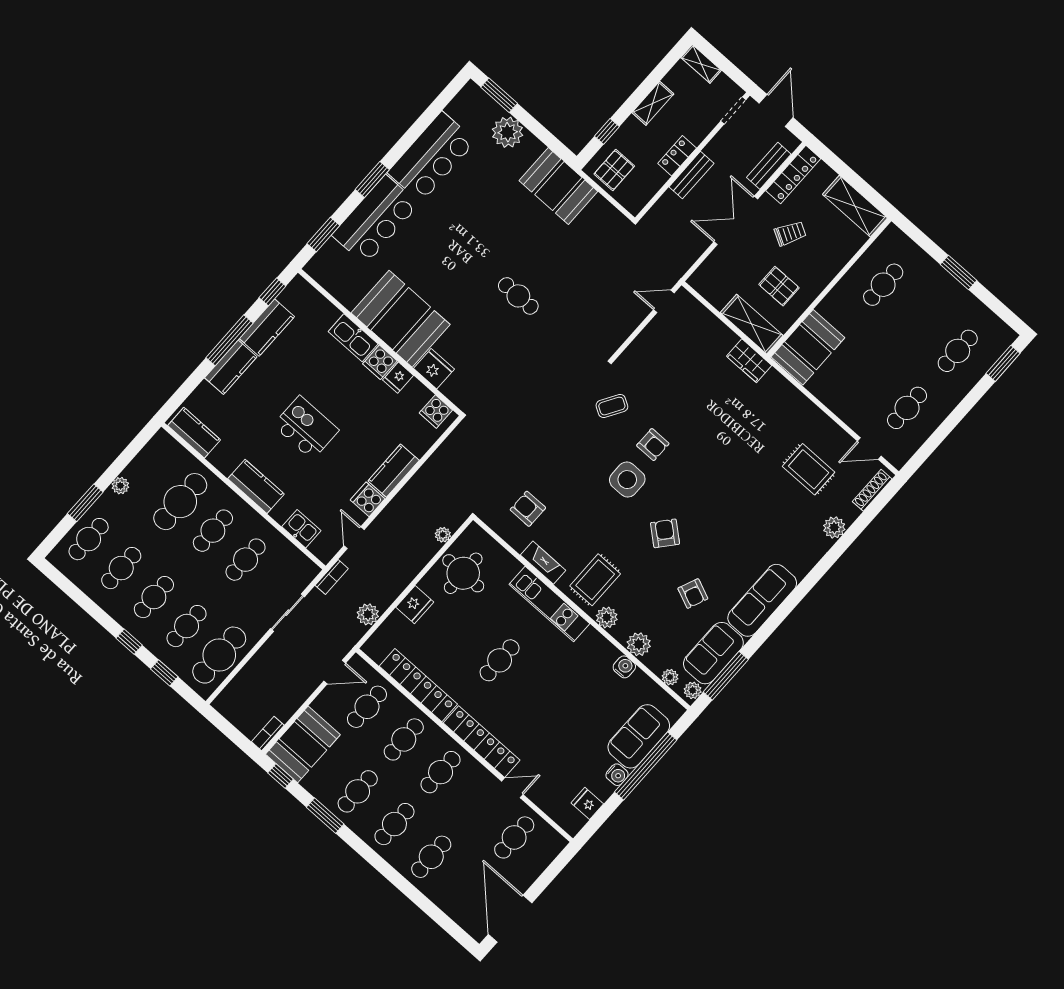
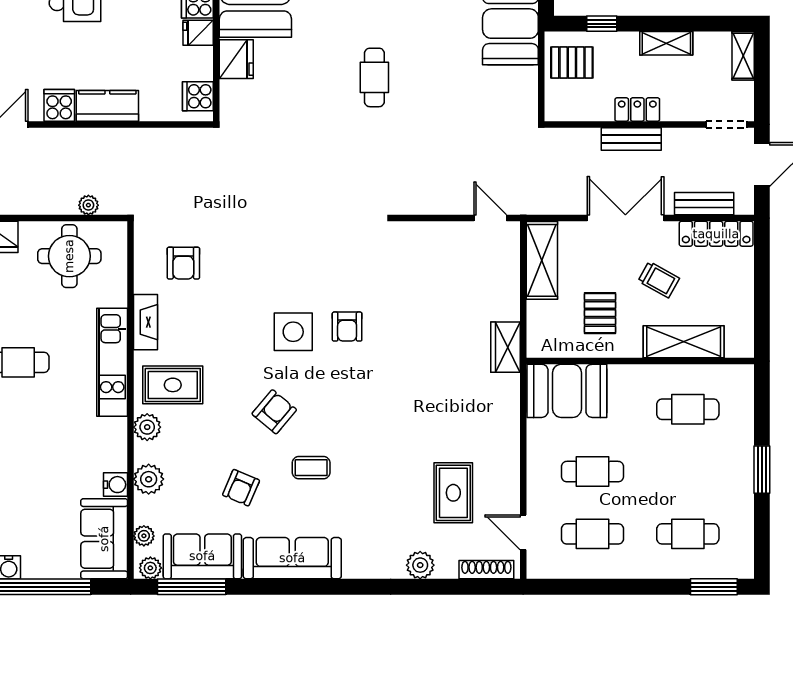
shelving: (855, 206) -> (684, 342), moved, turned 90
shelving: (752, 324) -> (542, 260), moved
cafe table: (870, 375) -> (592, 472), added
coffee table: (612, 406) -> (311, 468), moved, turned -31
armchair: (528, 509) -> (183, 263), turned 180
sofa: (639, 736) -> (104, 539), moved, turned -90

